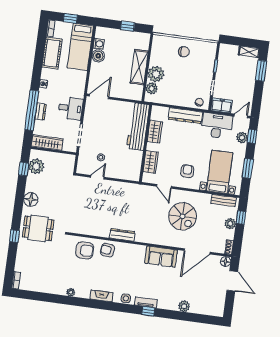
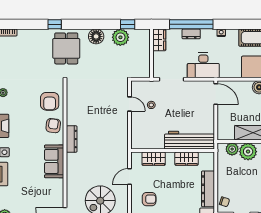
desk: (70, 108) -> (203, 65), width x1.37
wardrobe: (47, 142) -> (159, 40), width x0.67
plant: (36, 166) -> (120, 37), moved
sofa: (161, 257) -> (54, 161), moved

